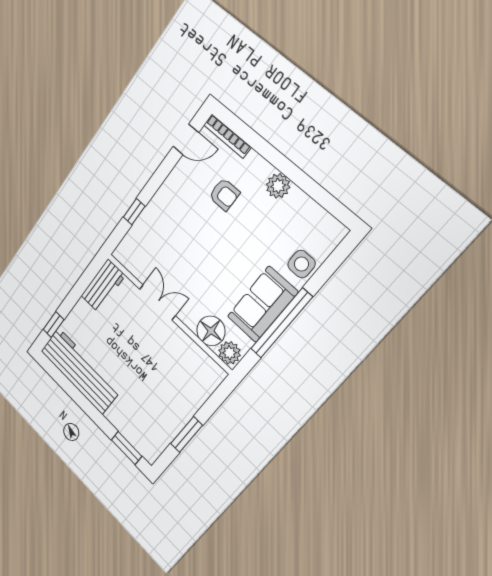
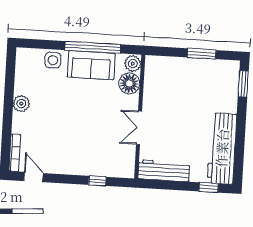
armchair: (224, 194) -> (47, 131), removed
workbench: (103, 286) -> (164, 171), width x1.38

